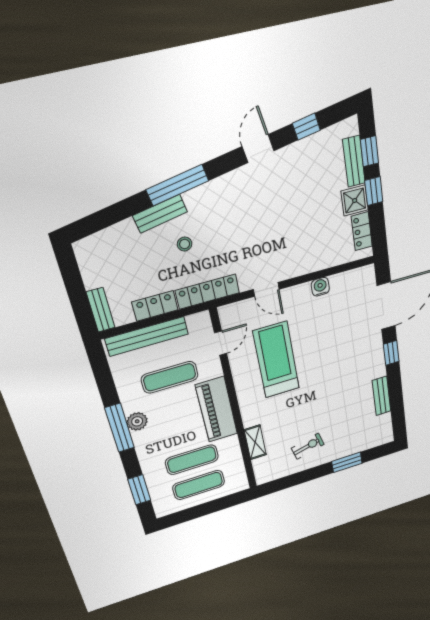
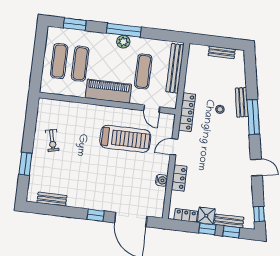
window: (306, 127) -> (259, 214), moved
locker: (155, 306) -> (179, 178), moved
bench: (101, 310) -> (222, 52), moved
bench: (381, 396) -> (52, 199), moved
shelving: (255, 442) -> (73, 107), removed

